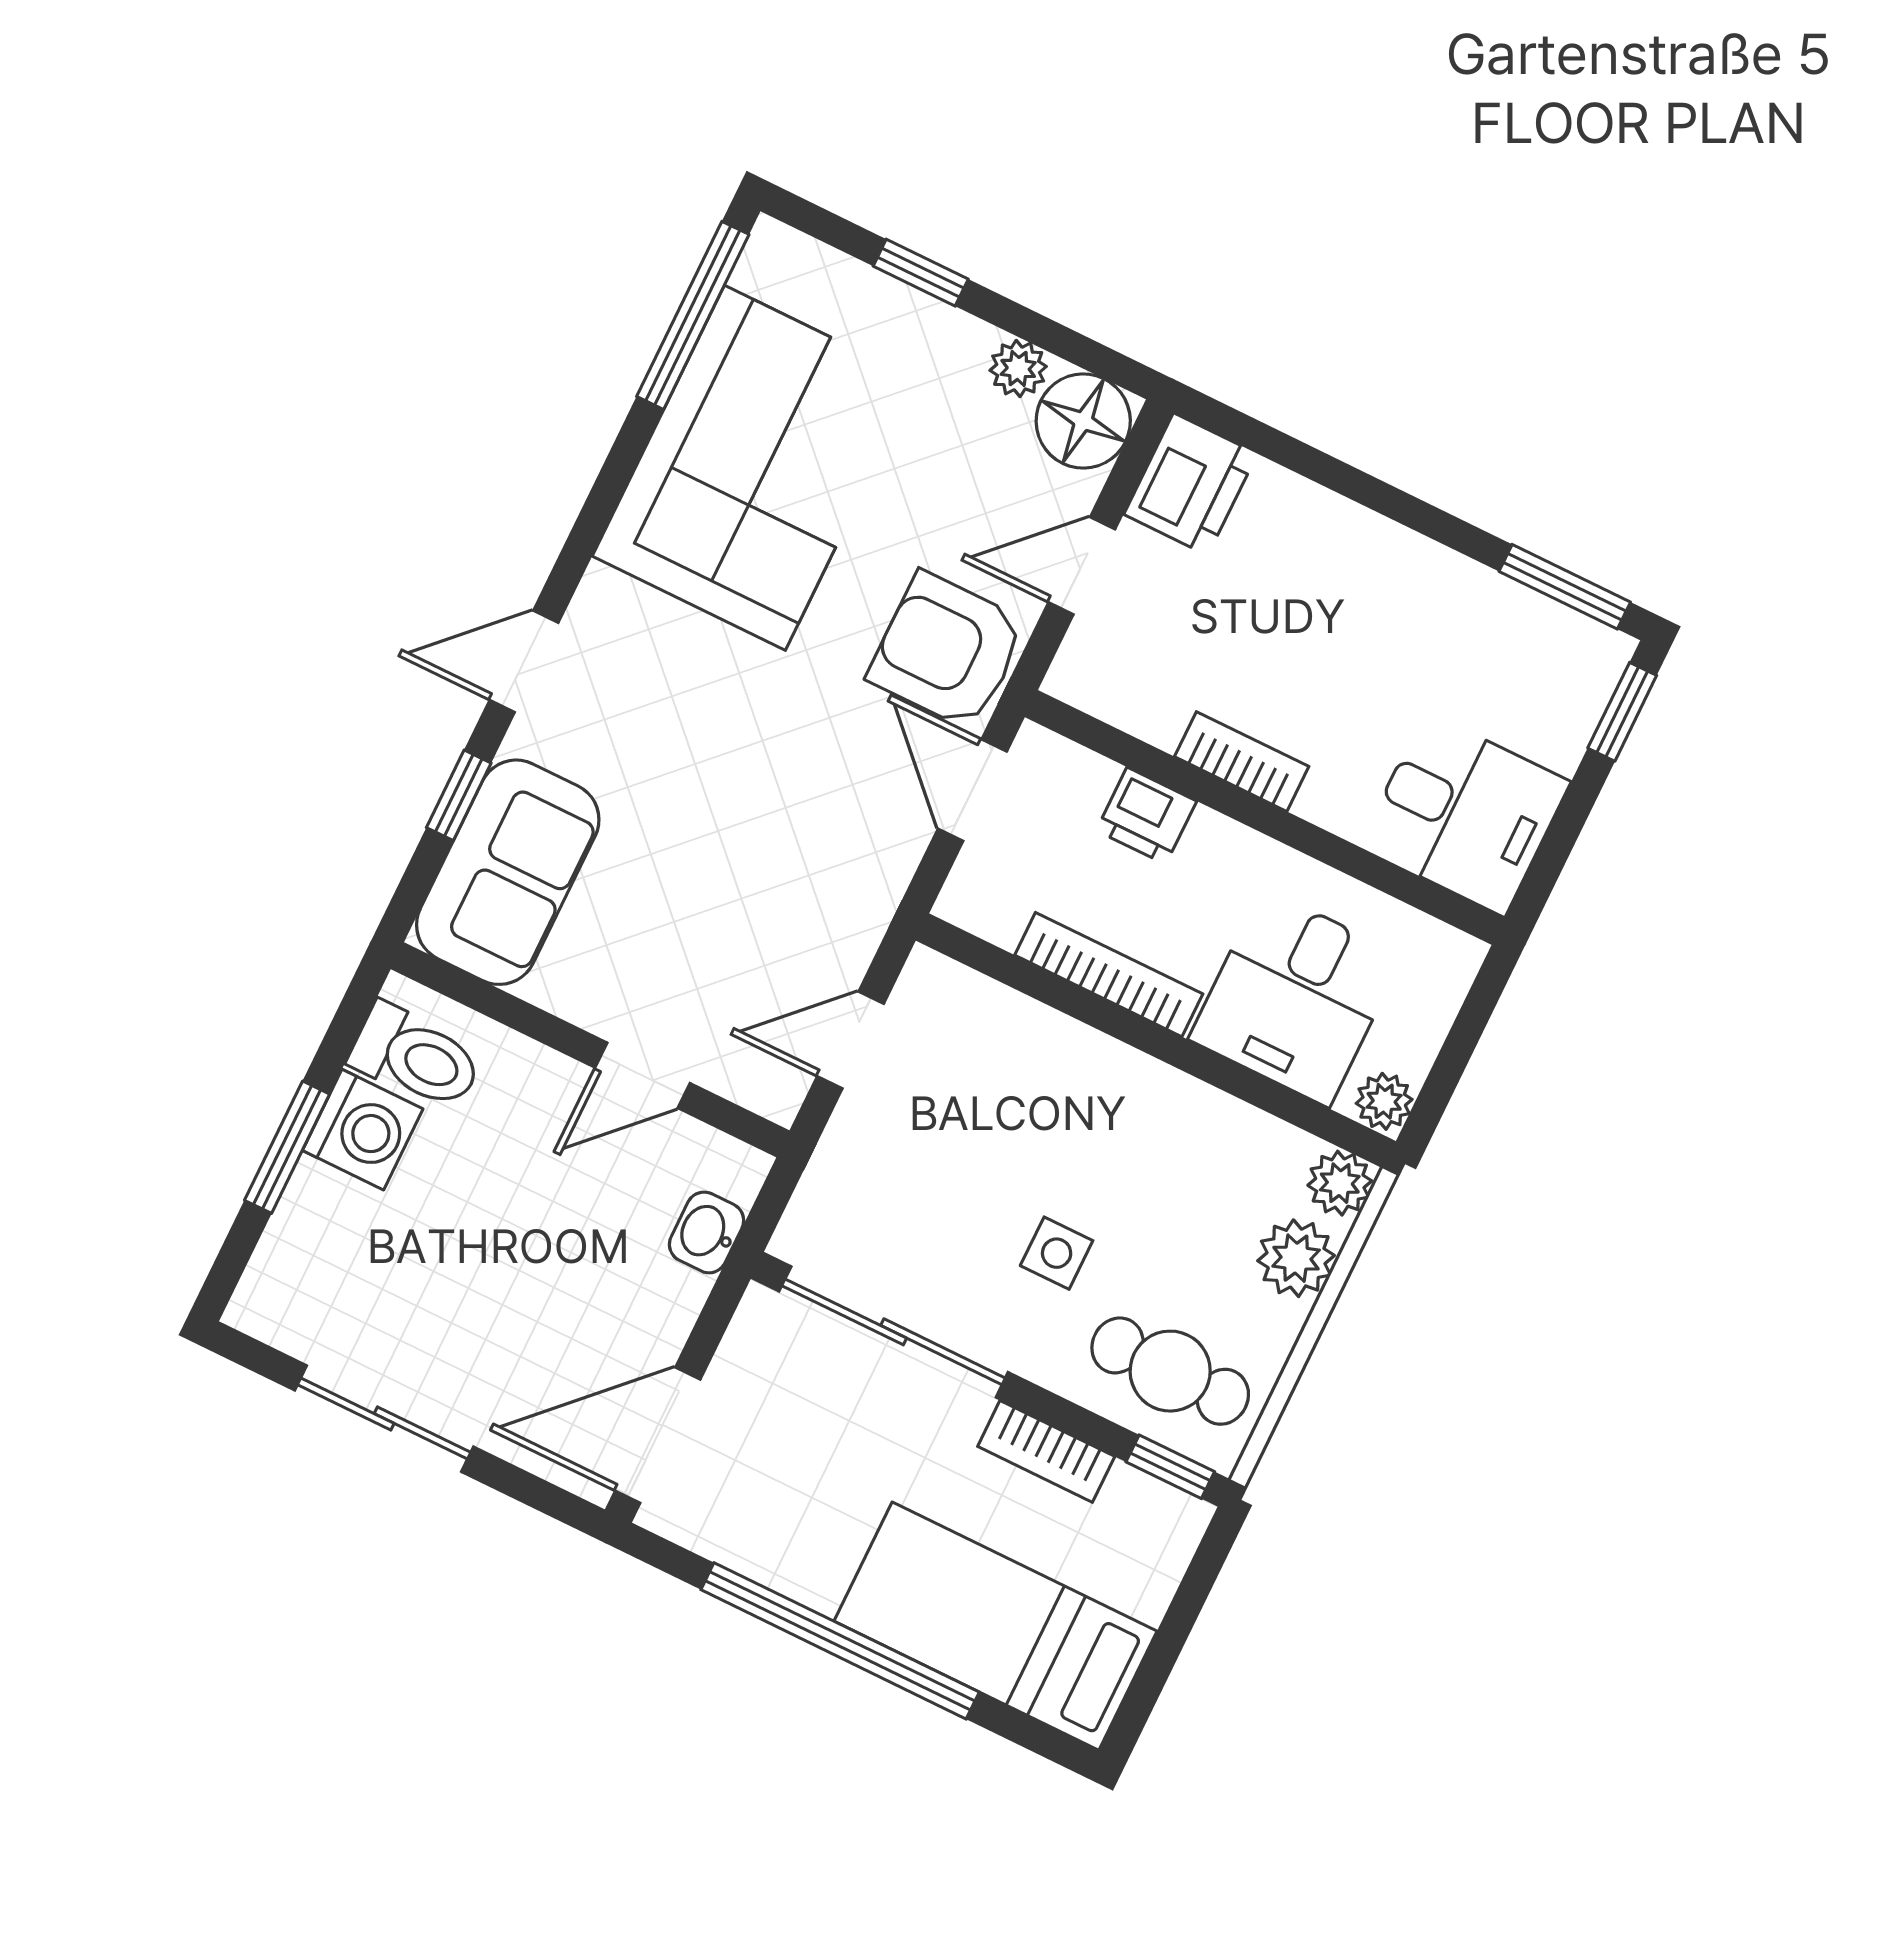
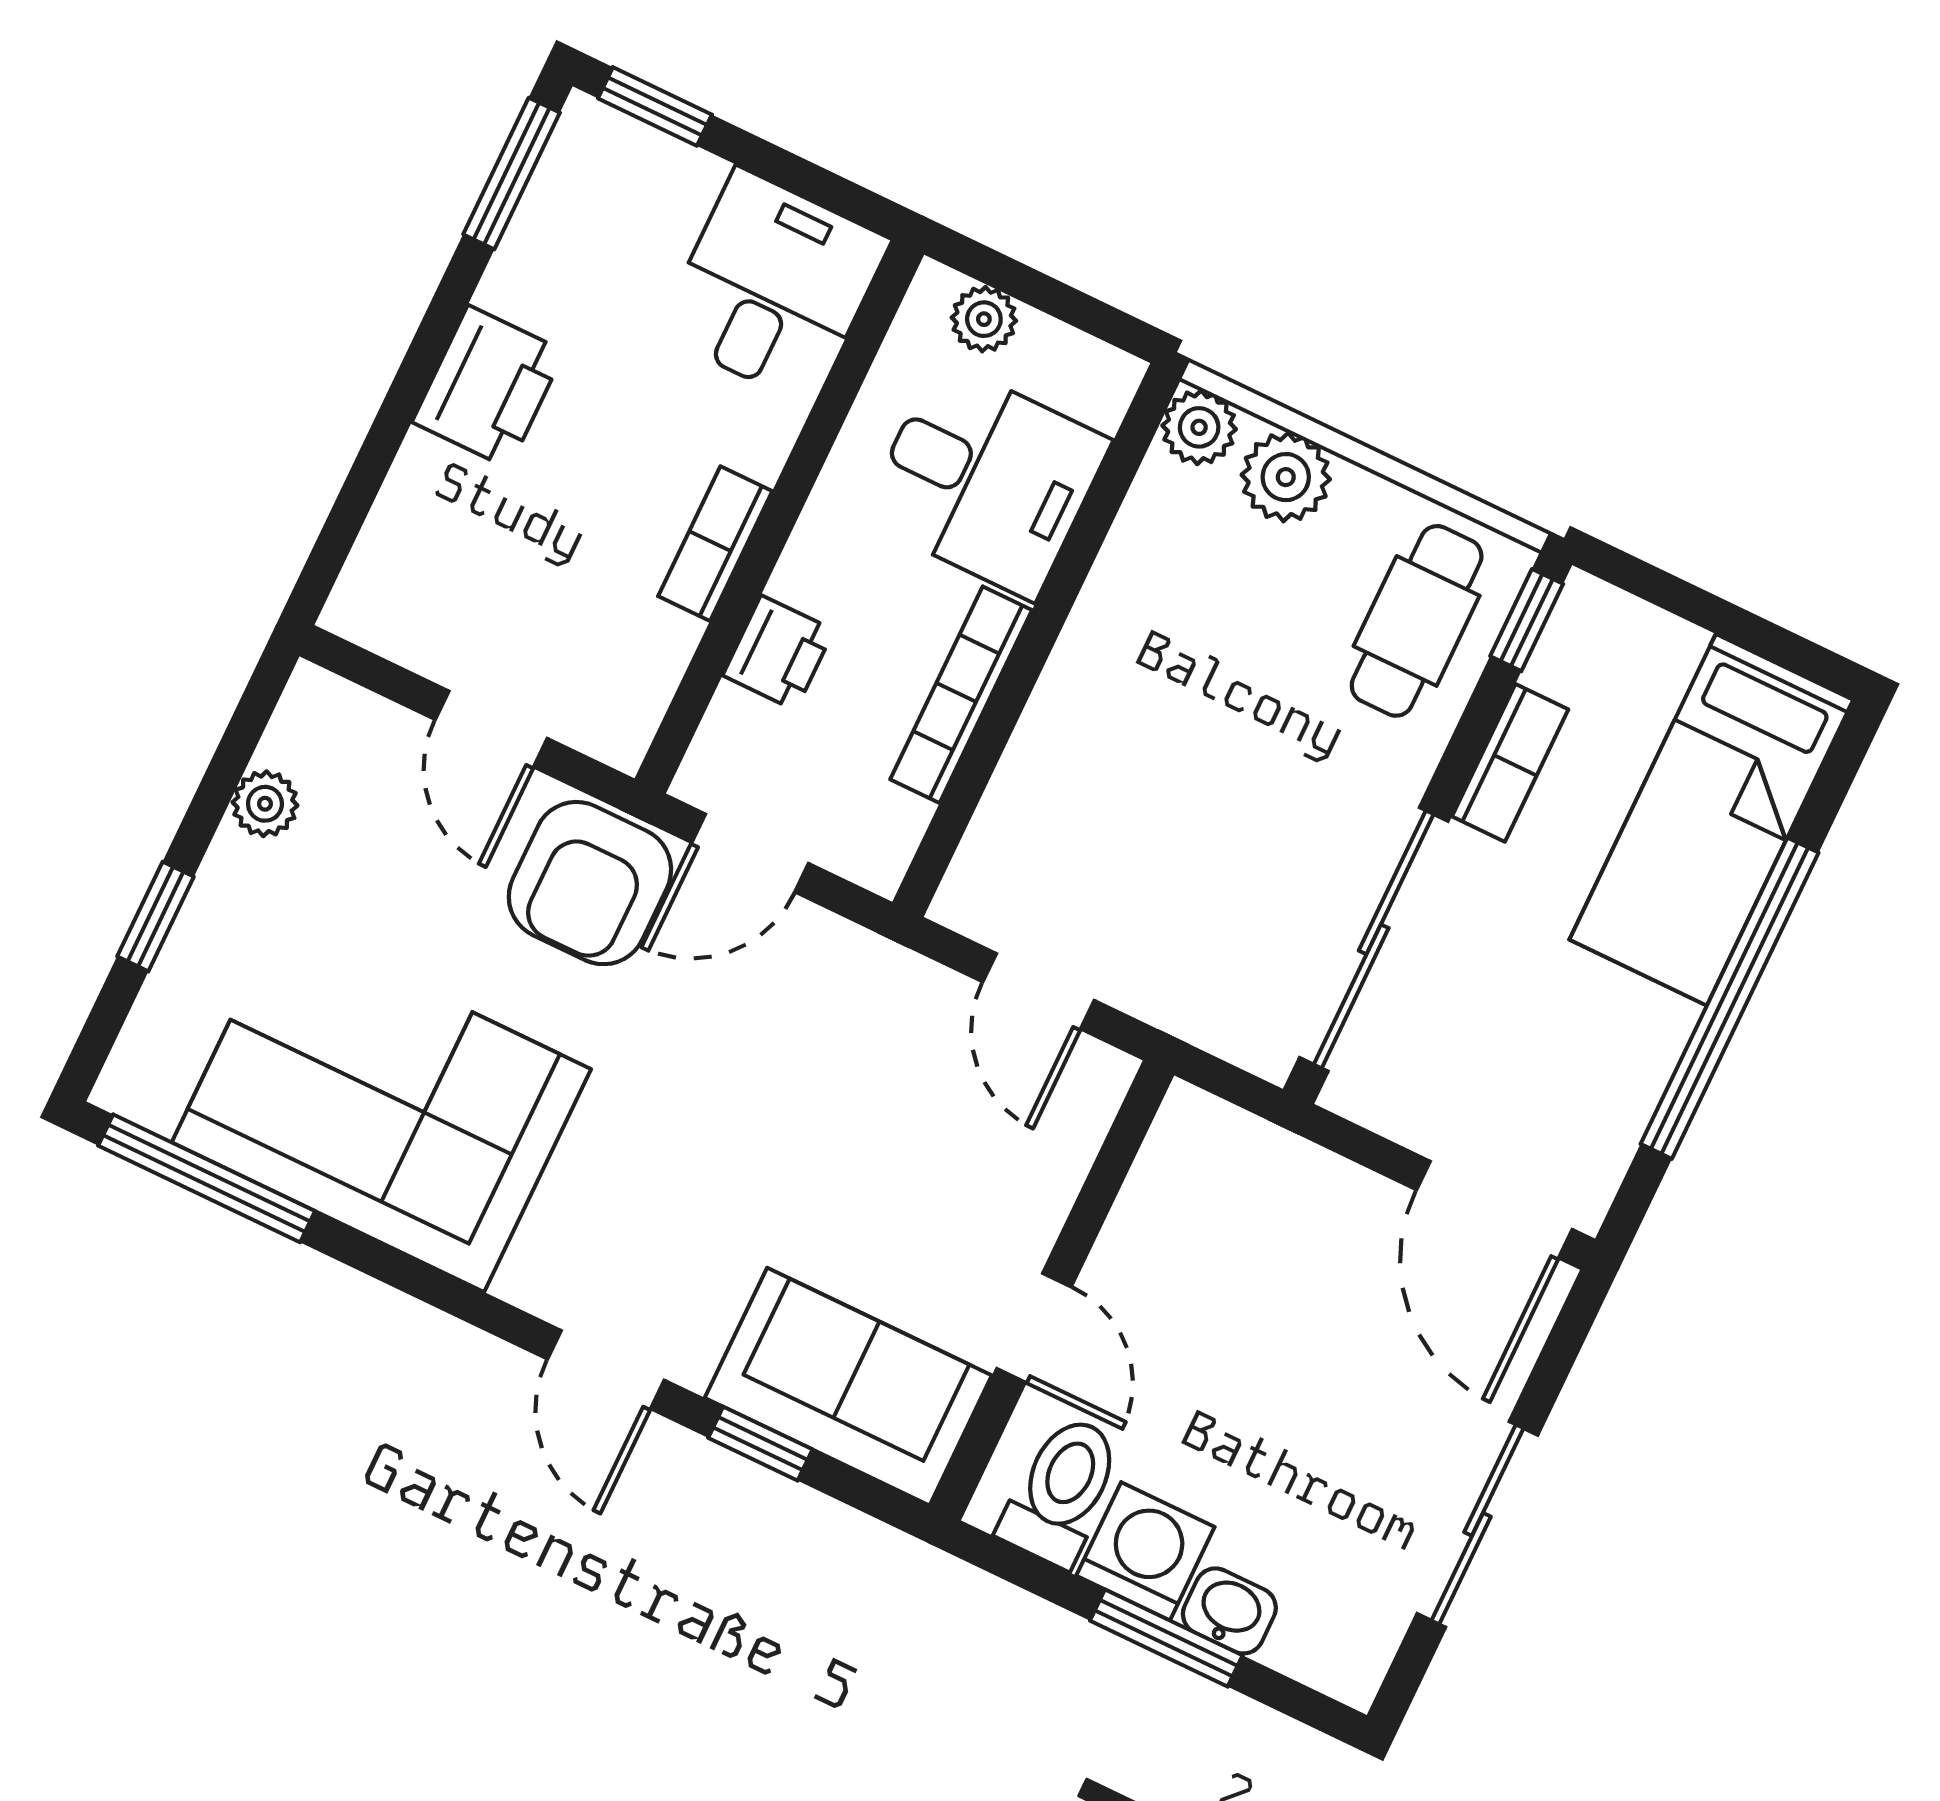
floor lamp: (1083, 421) -> (325, 729), removed
printer: (1191, 484) -> (488, 387), moved, turned 90
door: (643, 1075) -> (1034, 1328), moved
plant: (1384, 1101) -> (984, 319), moved
washbasin: (707, 1232) -> (1229, 1611), moved, turned 180
side table: (1057, 1253) -> (1282, 752), removed

